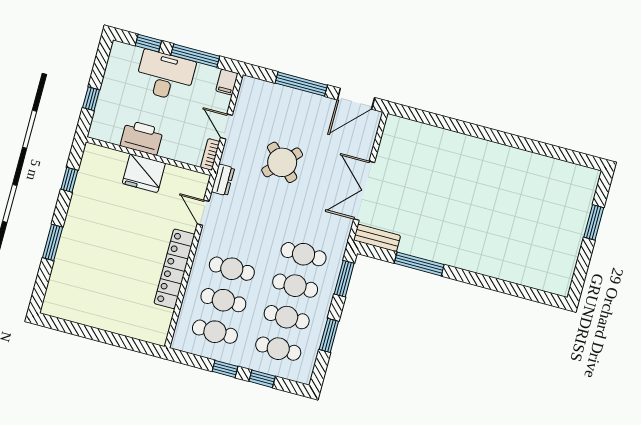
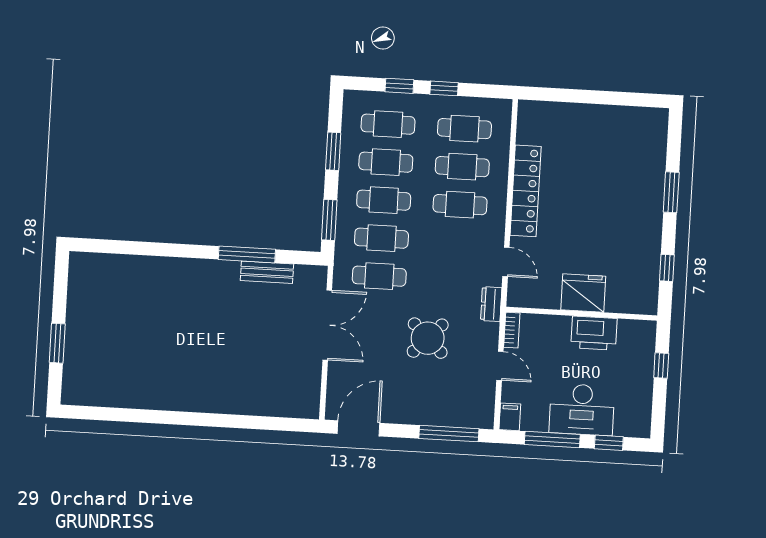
window: (301, 84) -> (449, 434), moved
cafe table: (312, 223) -> (379, 276), added
bench: (377, 238) -> (267, 272), moved

